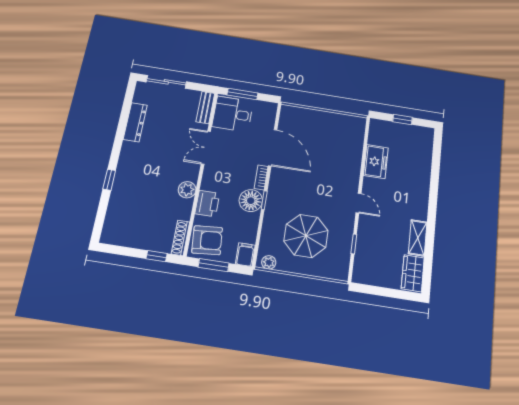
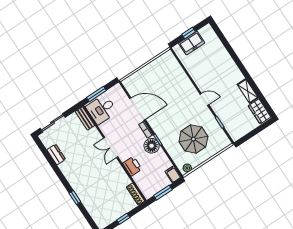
dresser: (135, 122) -> (56, 155), width x0.70
double door: (206, 148) -> (111, 148), moved
freezer: (376, 162) -> (192, 43), moved, turned 90
plant: (187, 190) -> (116, 168), removed
armchair: (207, 240) -> (149, 184), removed
window: (157, 256) -> (123, 219), moved

